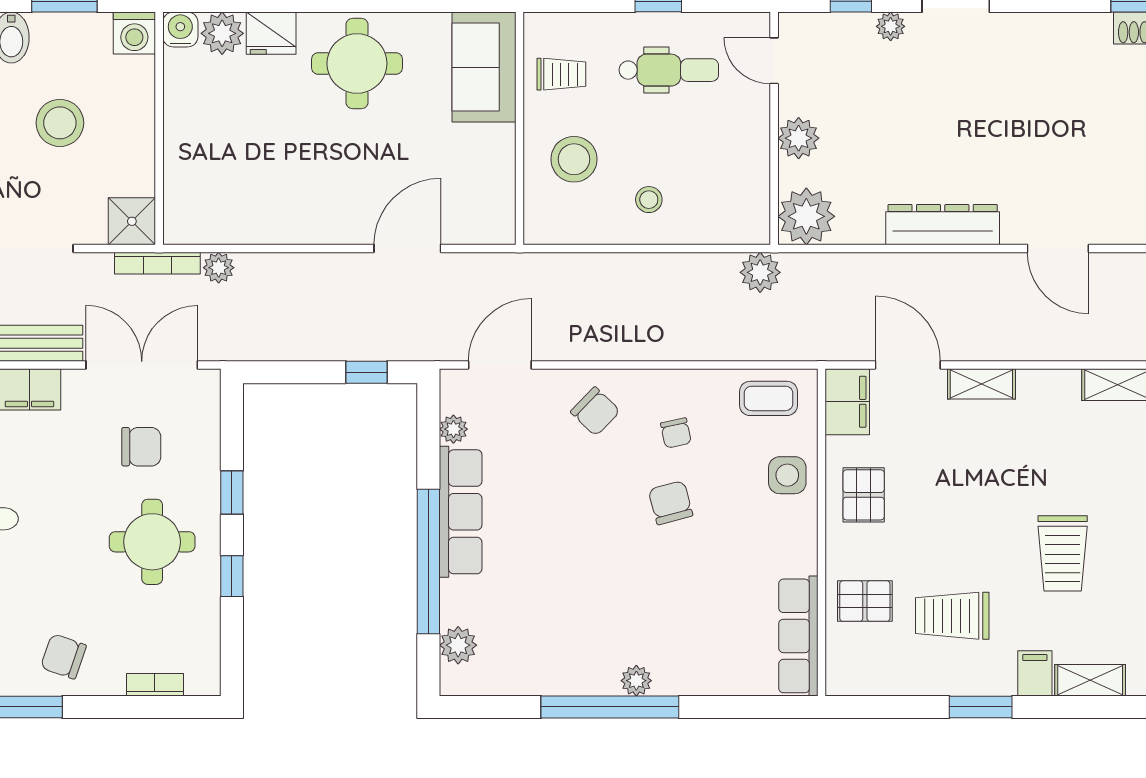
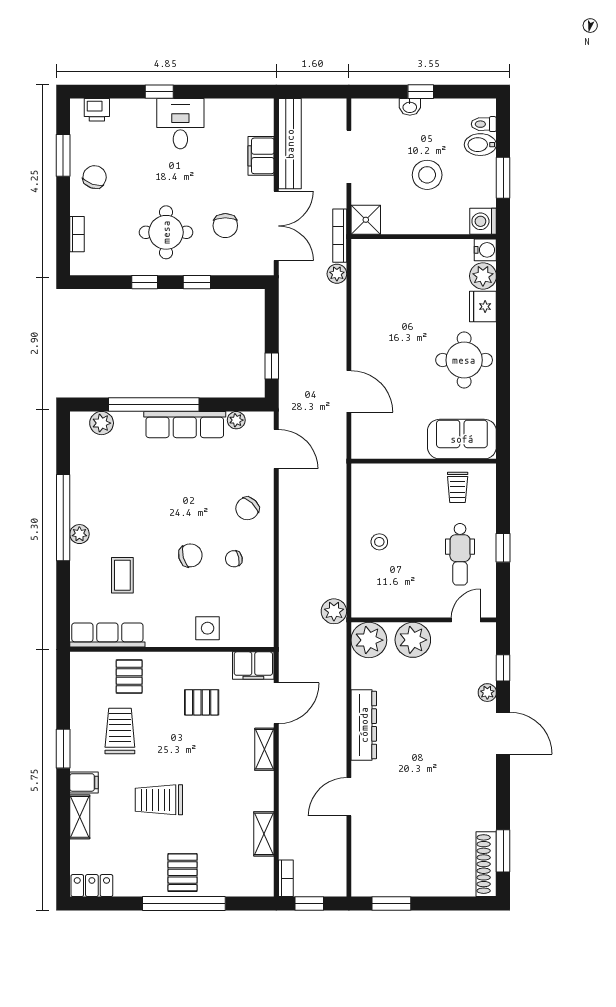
plant: (799, 138) -> (413, 640), width x1.36, depth x1.36
stool: (574, 159) -> (404, 495), removed
coffee table: (769, 398) -> (122, 575), moved
pallet: (864, 495) -> (202, 702), moved

